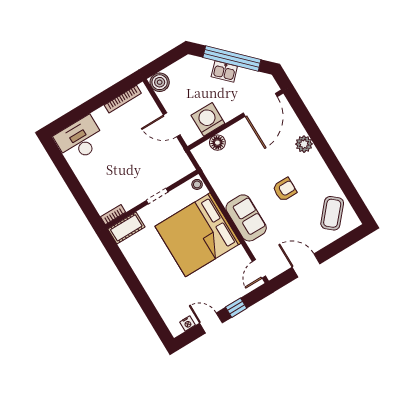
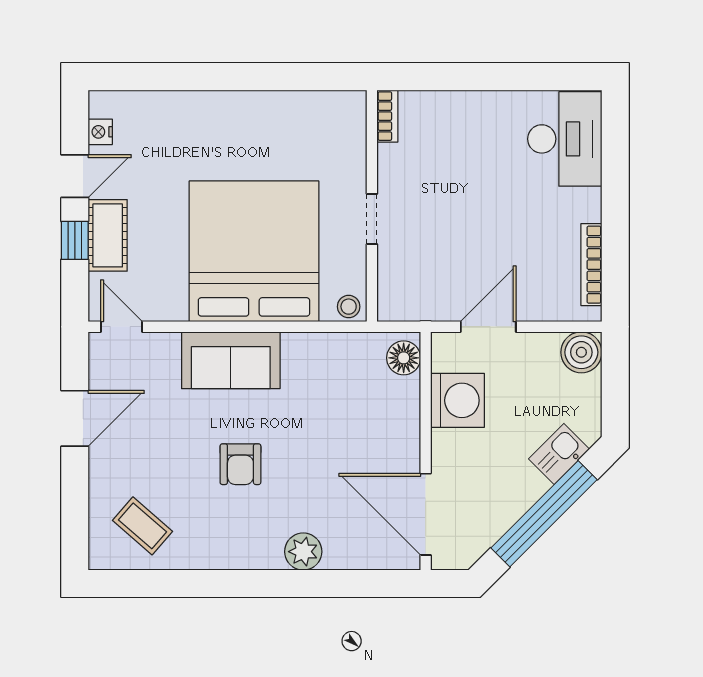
kitchen sink: (224, 72) -> (559, 454), moved
floor lamp: (217, 143) -> (404, 358), moved
coffee table: (332, 213) -> (142, 526), width x0.73, depth x0.77
cot: (126, 228) -> (108, 235), moved

